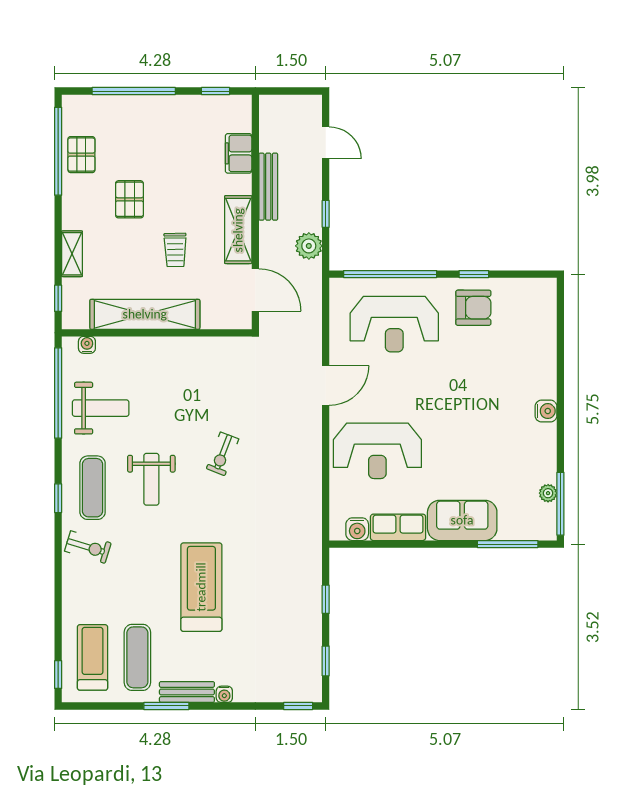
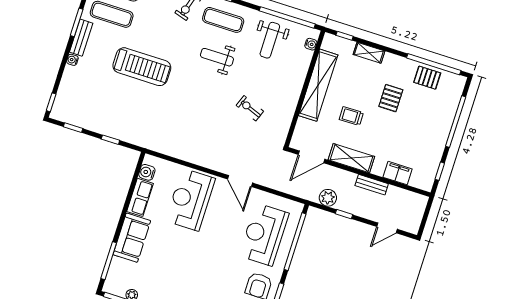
bench: (268, 187) -> (372, 185), width x0.73
pallet: (129, 199) -> (391, 98), turned 90
exercise bike: (223, 454) -> (250, 108), moved

